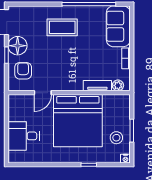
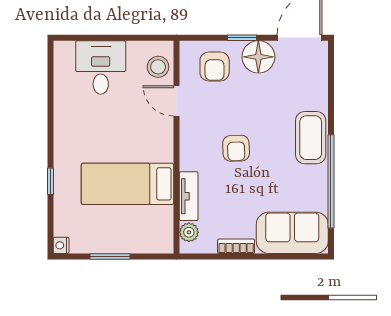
coffee table: (62, 27) -> (311, 138), moved
armchair: (70, 58) -> (236, 148), added
armchair: (23, 71) -> (215, 66), turned 90
bed: (78, 121) -> (128, 184), width x0.49
stool: (116, 138) -> (158, 67), moved

